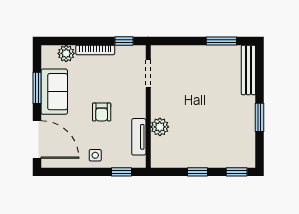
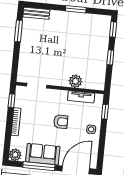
plant: (66, 53) -> (15, 155), moved
bench: (248, 70) -> (36, 13), width x0.73
window: (37, 88) -> (39, 166), width x1.44

